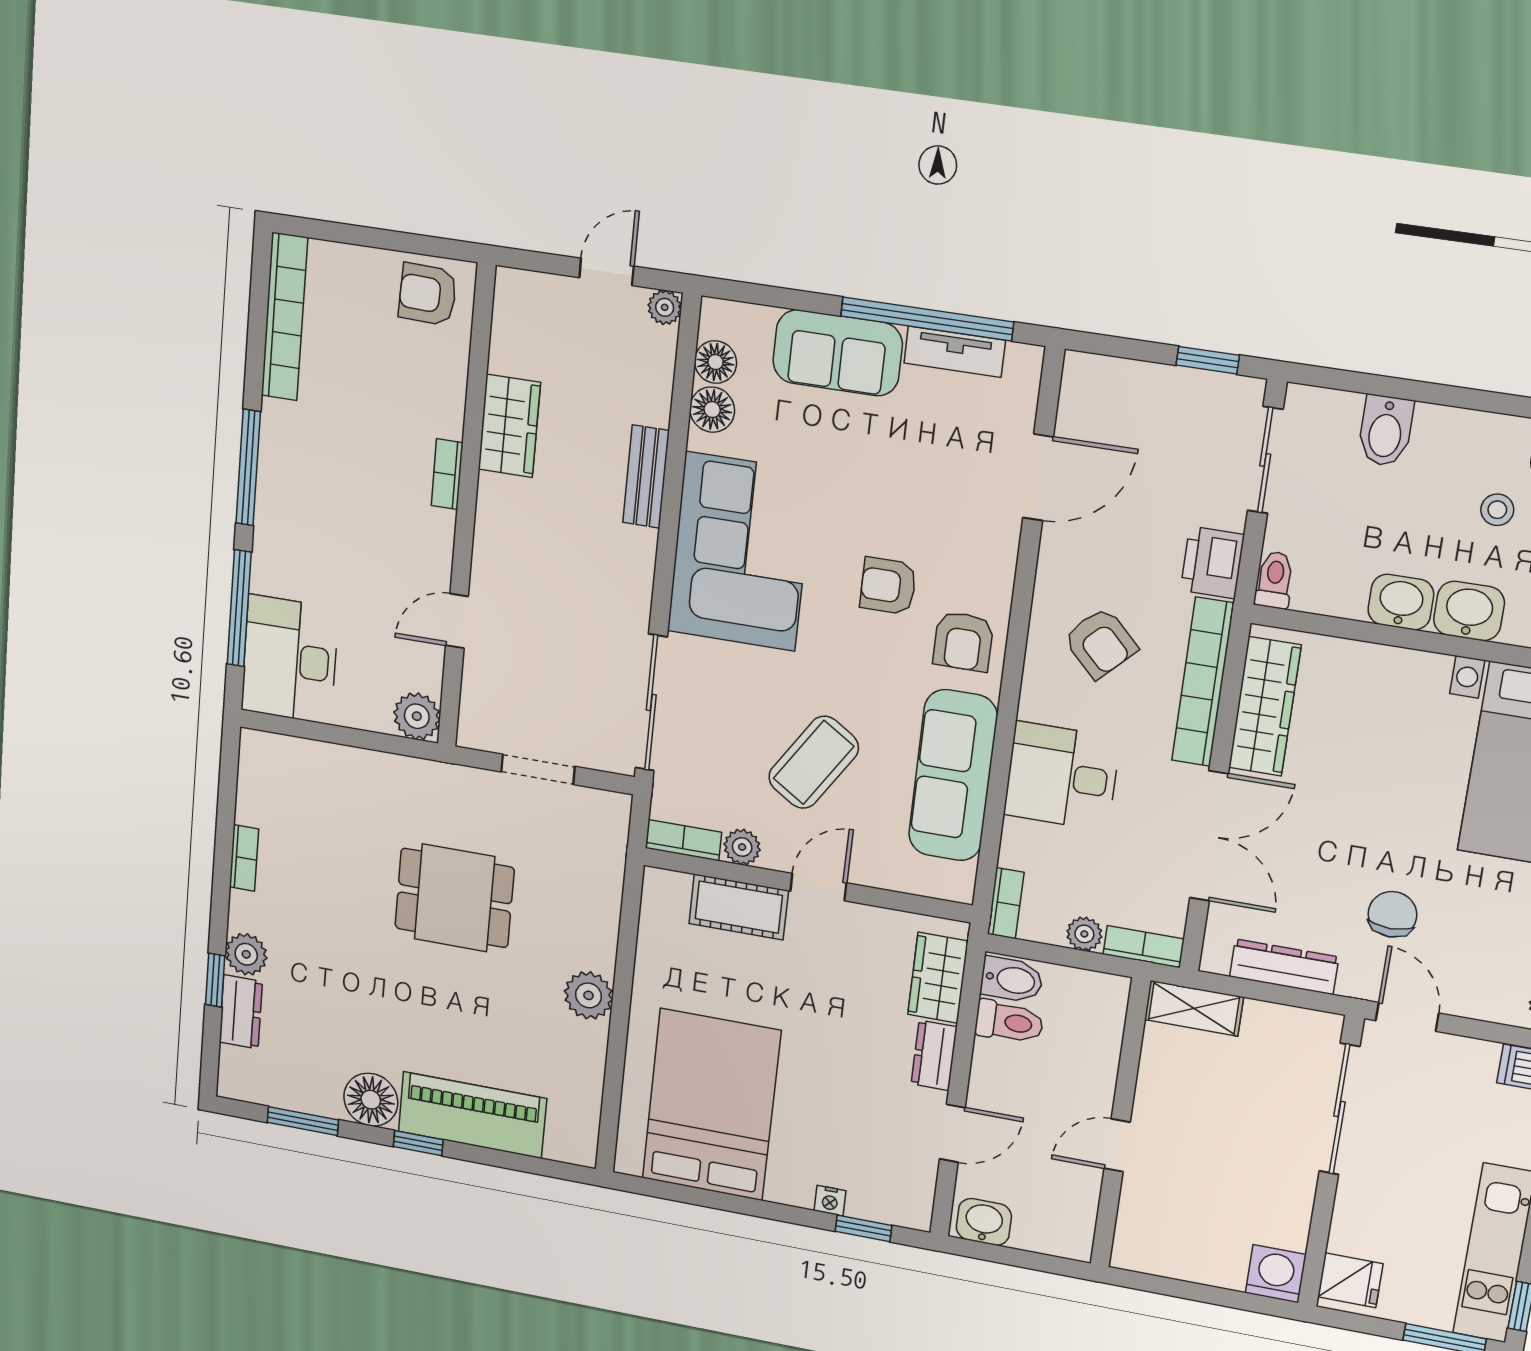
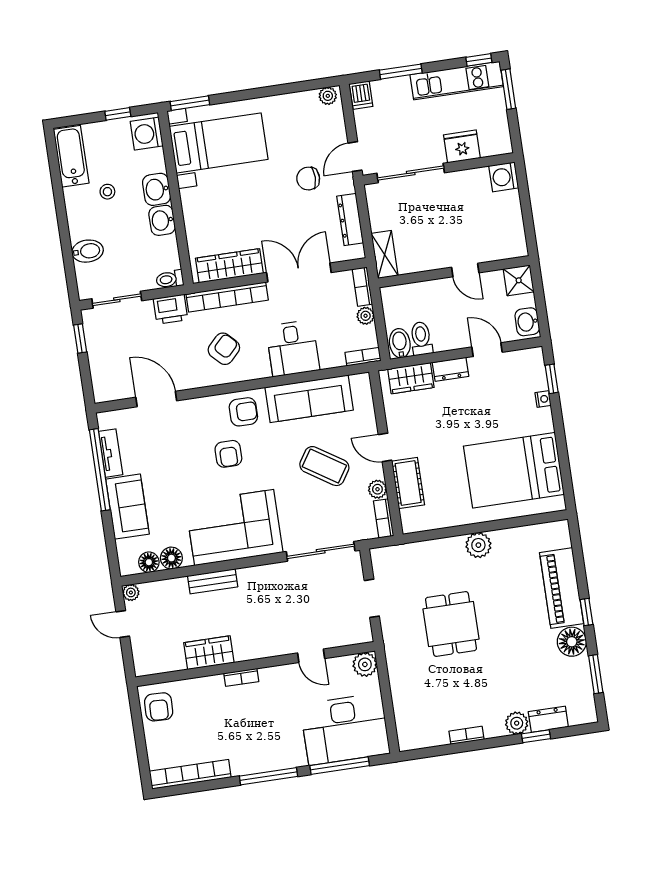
desk: (290, 659) -> (345, 729), width x1.36, depth x1.30
shower: (1068, 1233) -> (519, 280), added
fridge: (1350, 1280) -> (462, 146), moved, width x1.38

